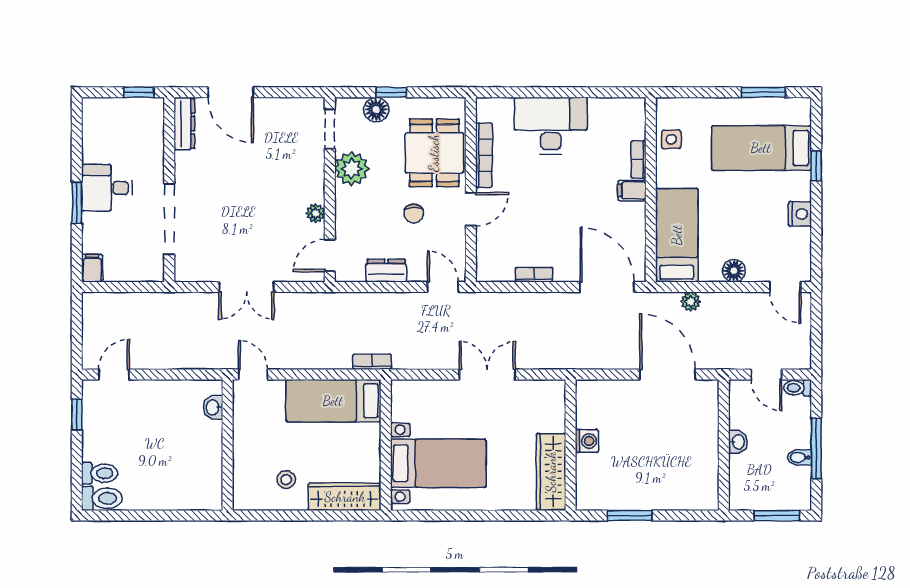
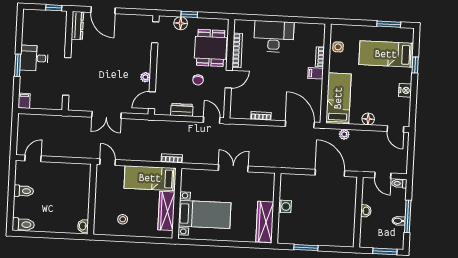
plant: (352, 169) -> (166, 54), removed
washbasin: (213, 407) -> (83, 226), moved
window: (77, 414) -> (12, 179), removed
toilet: (100, 473) -> (24, 191), moved
wardrobe: (345, 497) -> (166, 211), moved, turned -90

